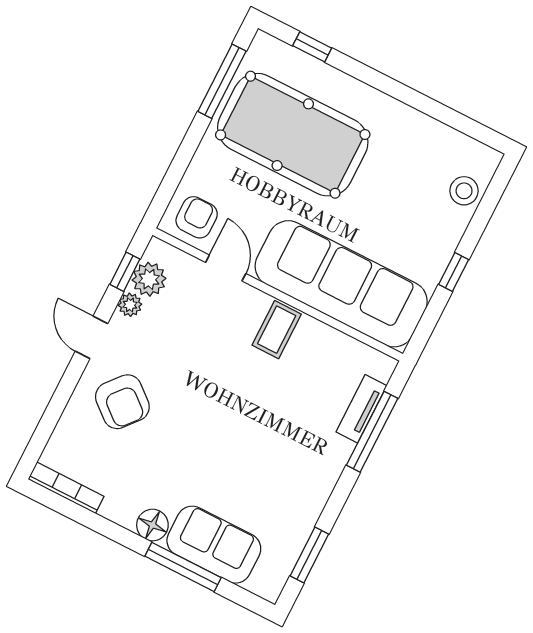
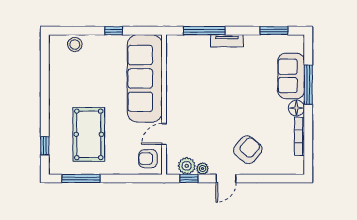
pool table: (293, 135) -> (89, 134), width x0.73, depth x0.76
coffee table: (277, 330) -> (180, 97), removed
tv unit: (361, 409) -> (227, 41), moved
bookcase: (66, 488) -> (299, 136), moved

